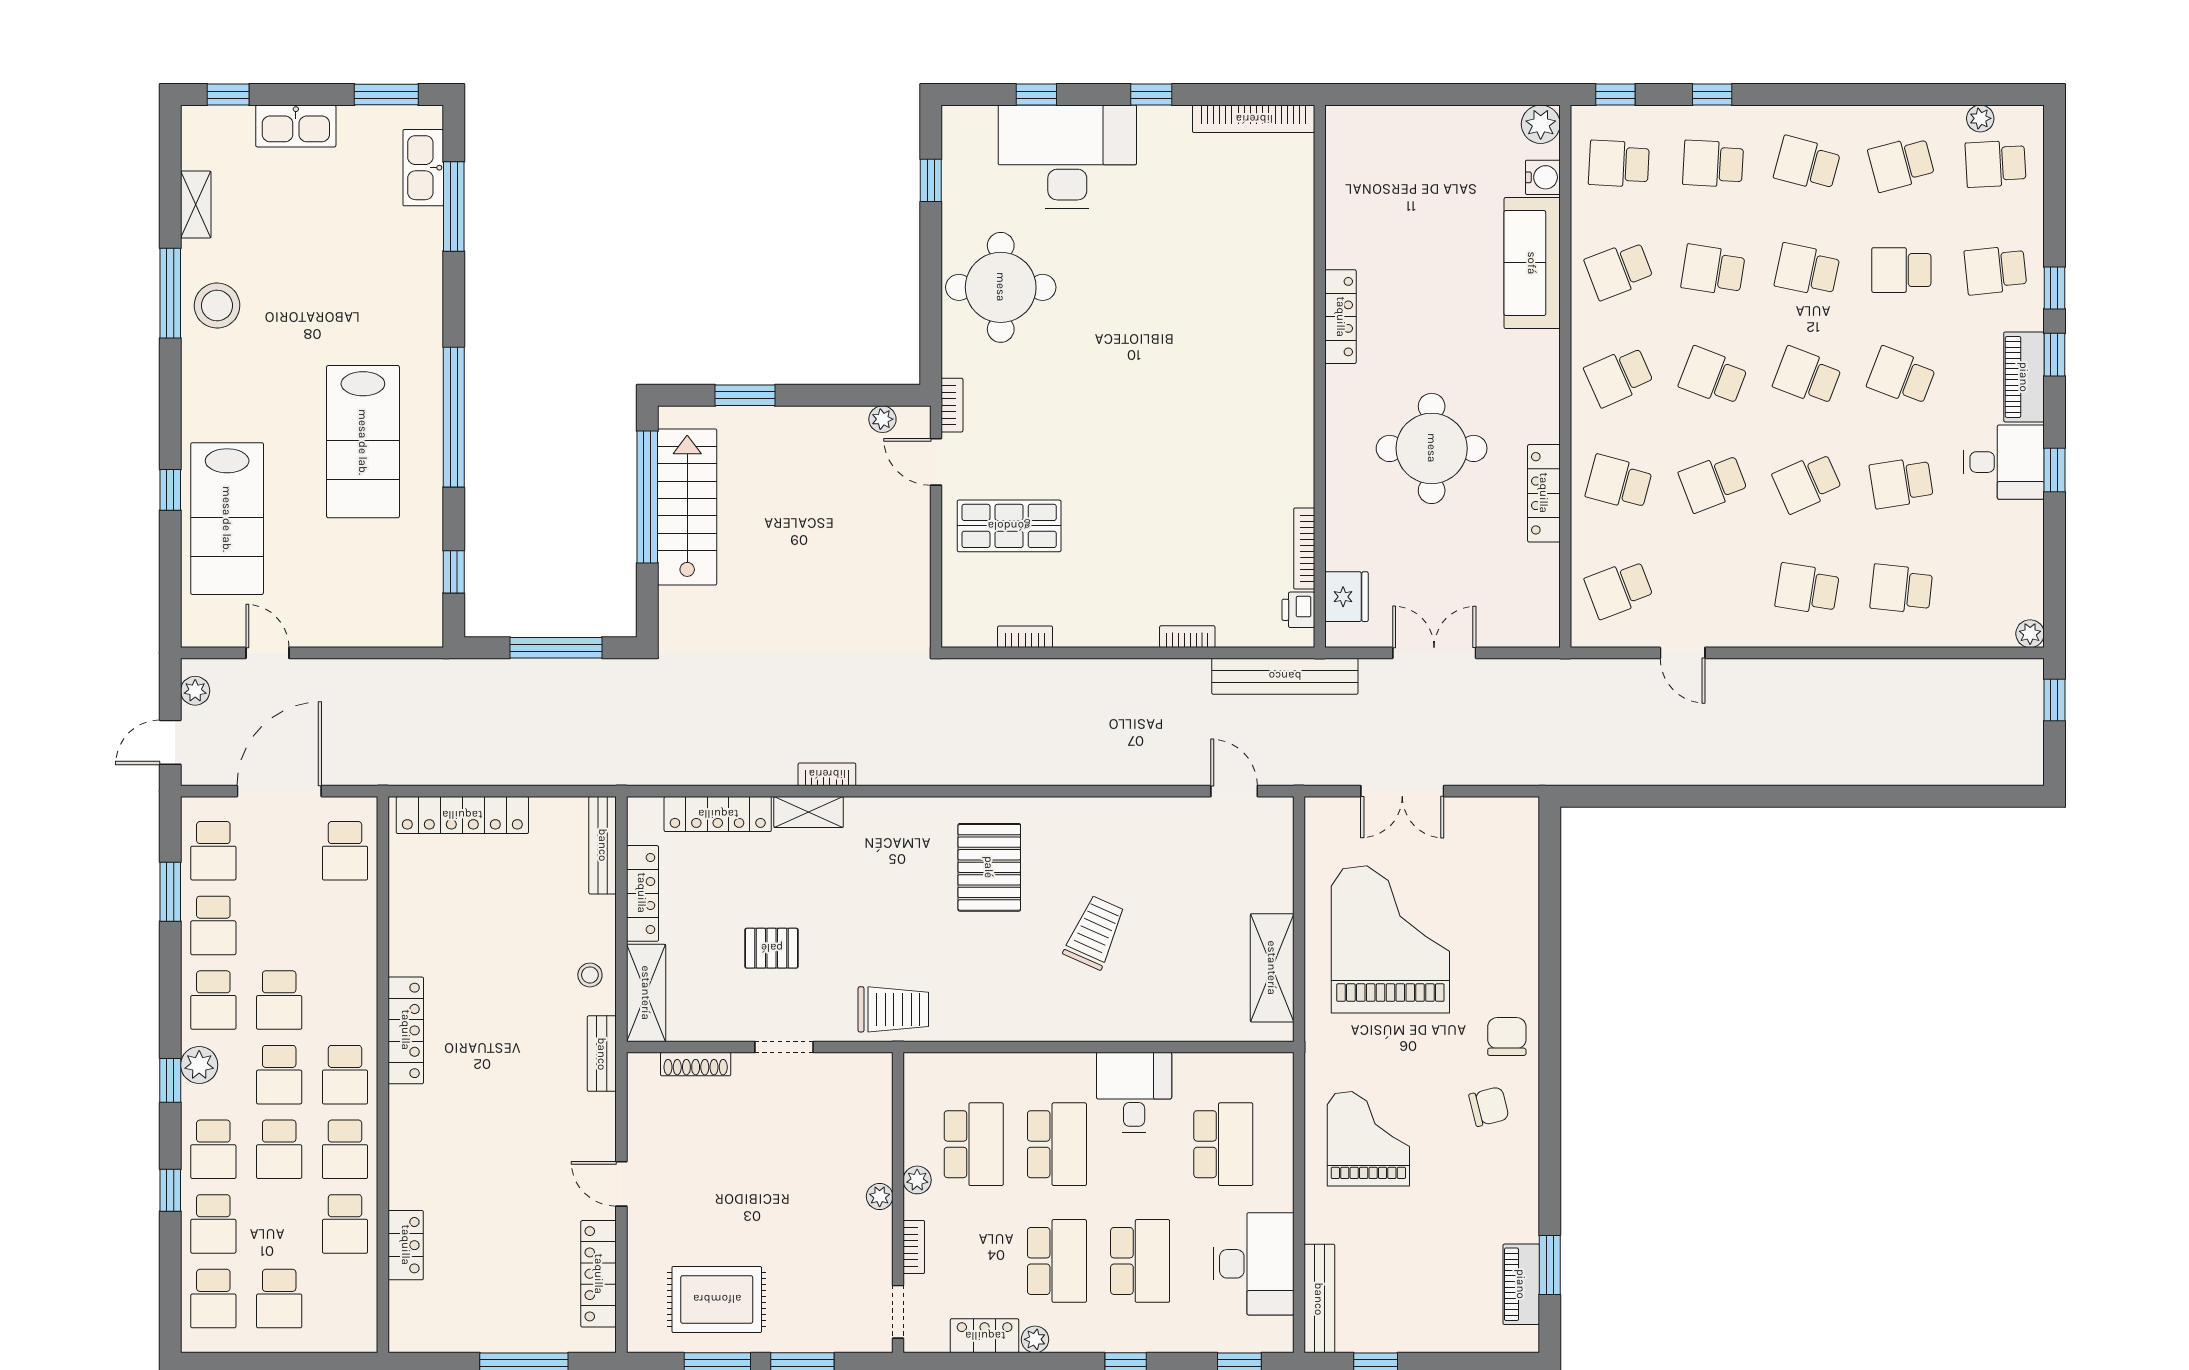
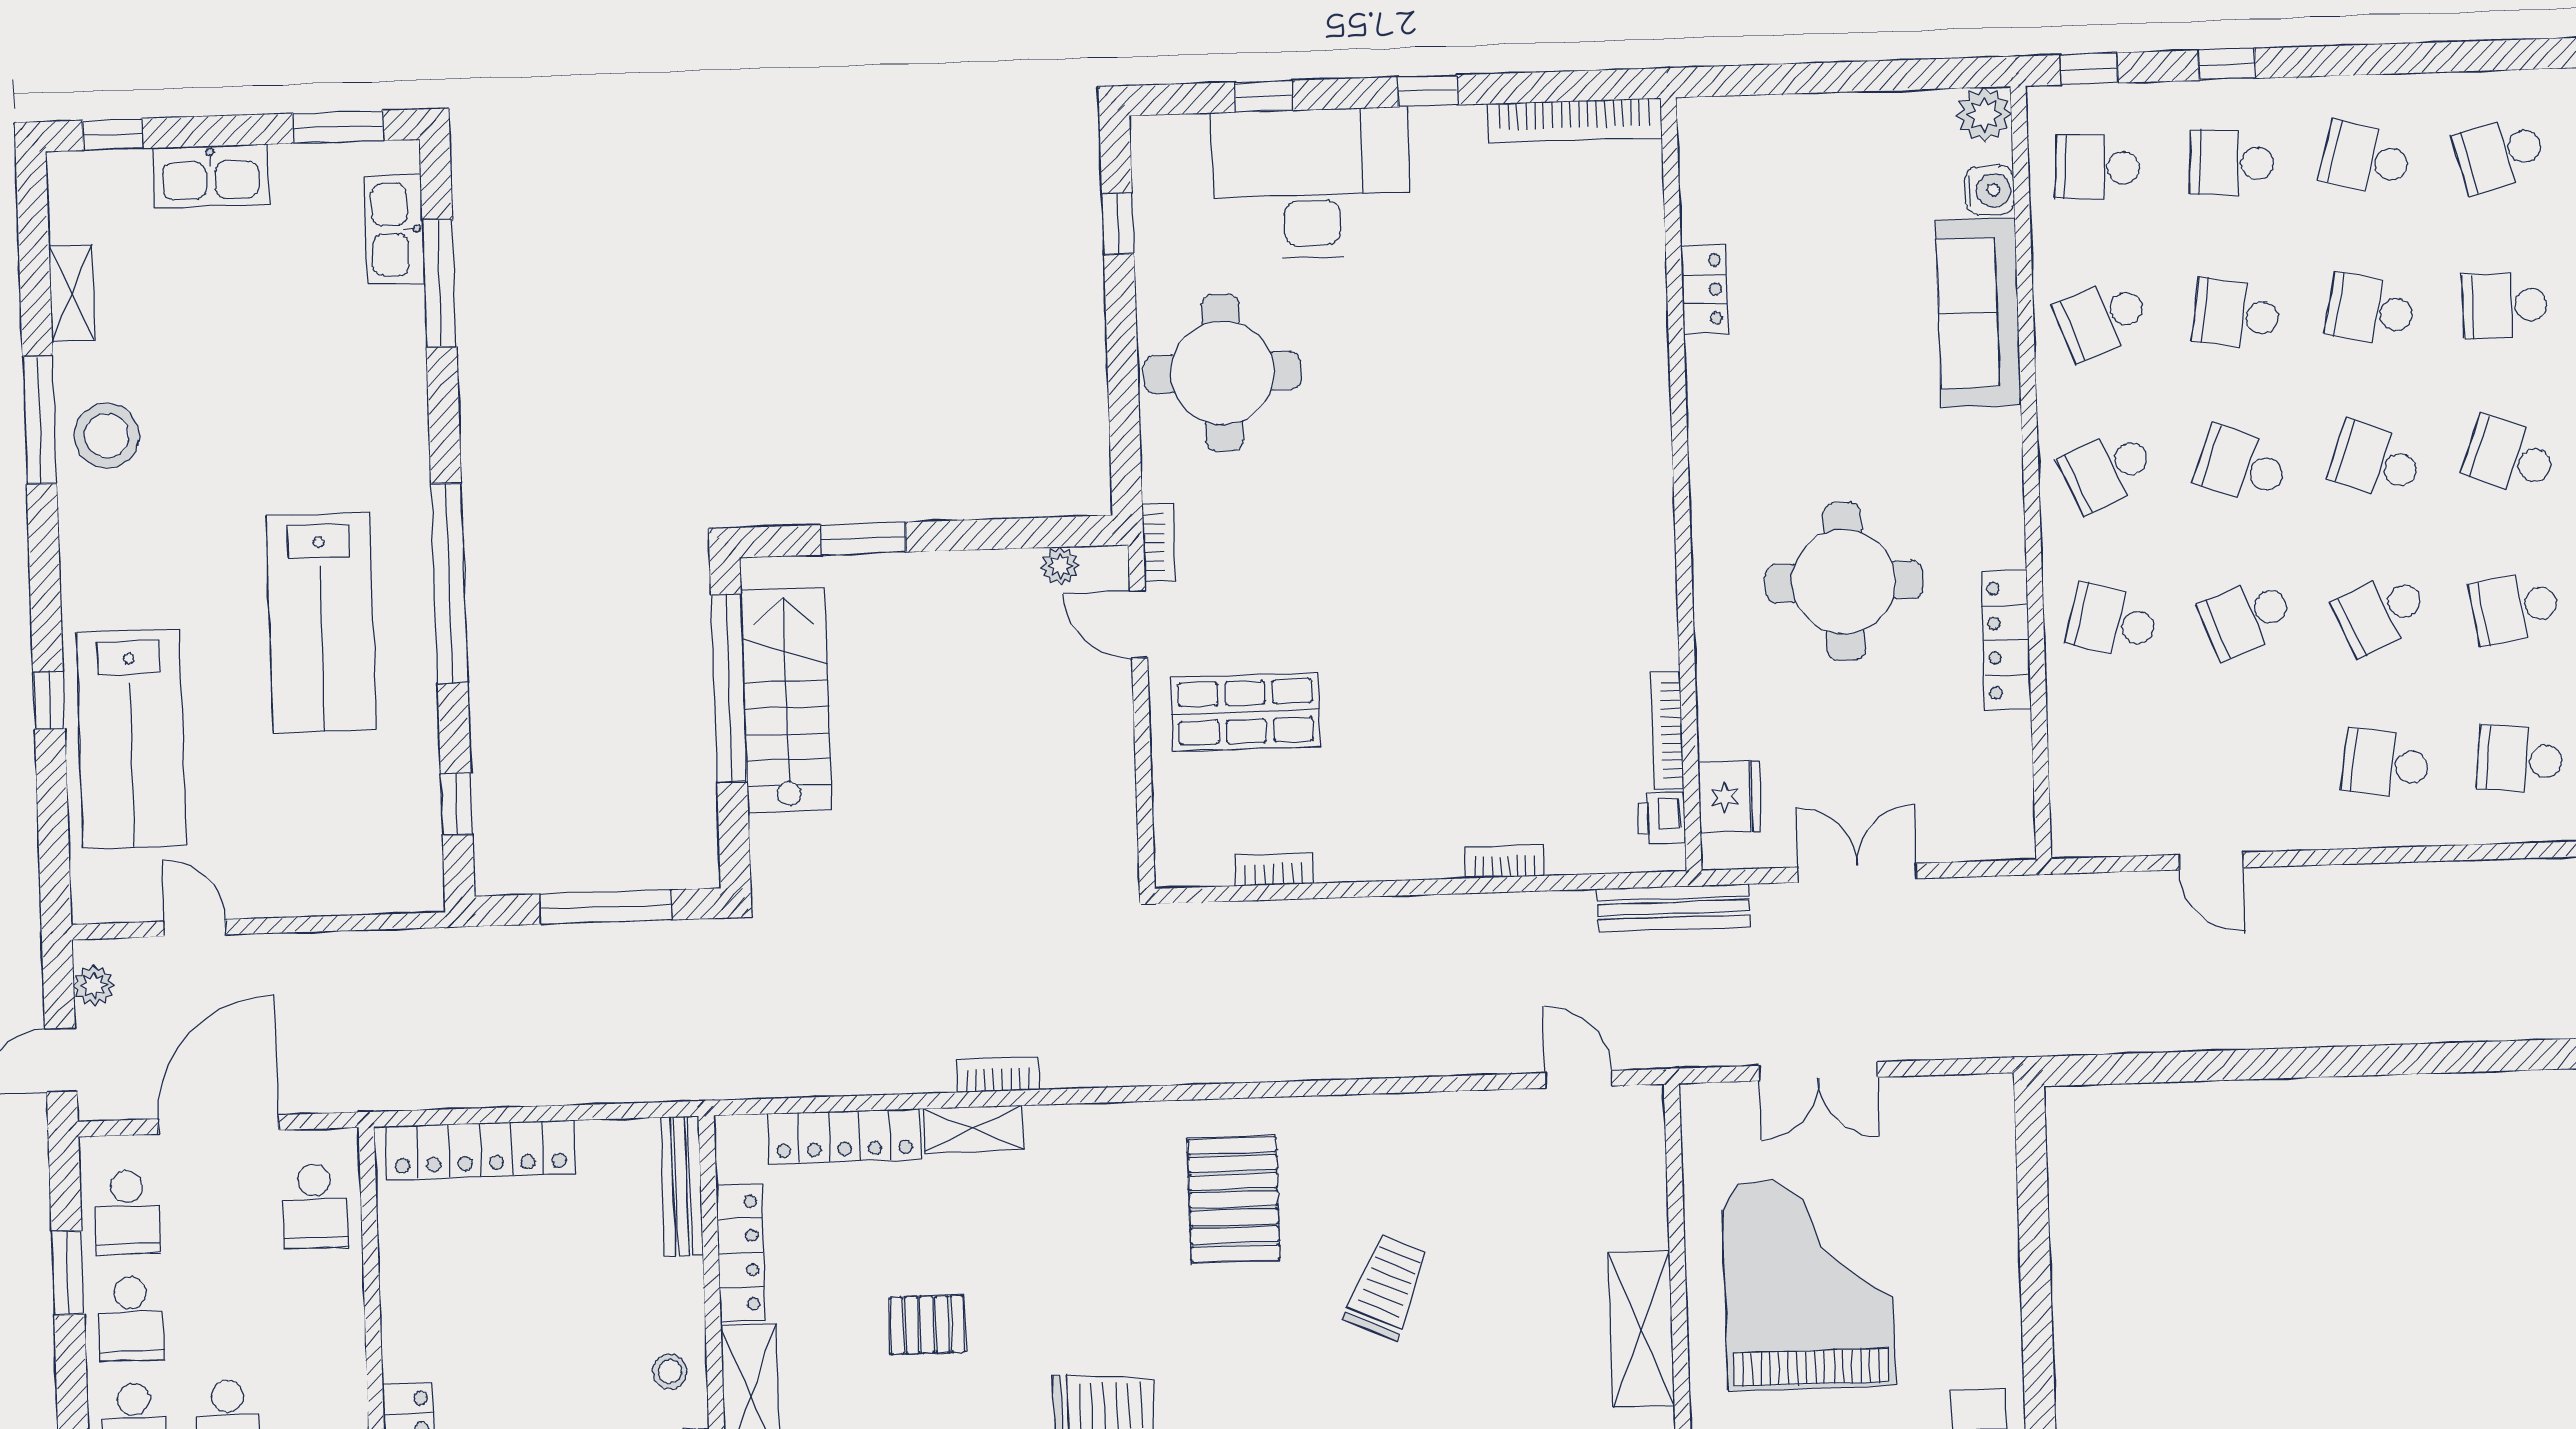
locker: (1341, 317) -> (1704, 290), moved, width x0.66
school desk: (1619, 589) -> (2117, 773), removed
bench: (1285, 676) -> (1673, 908), width x0.73, depth x0.82

